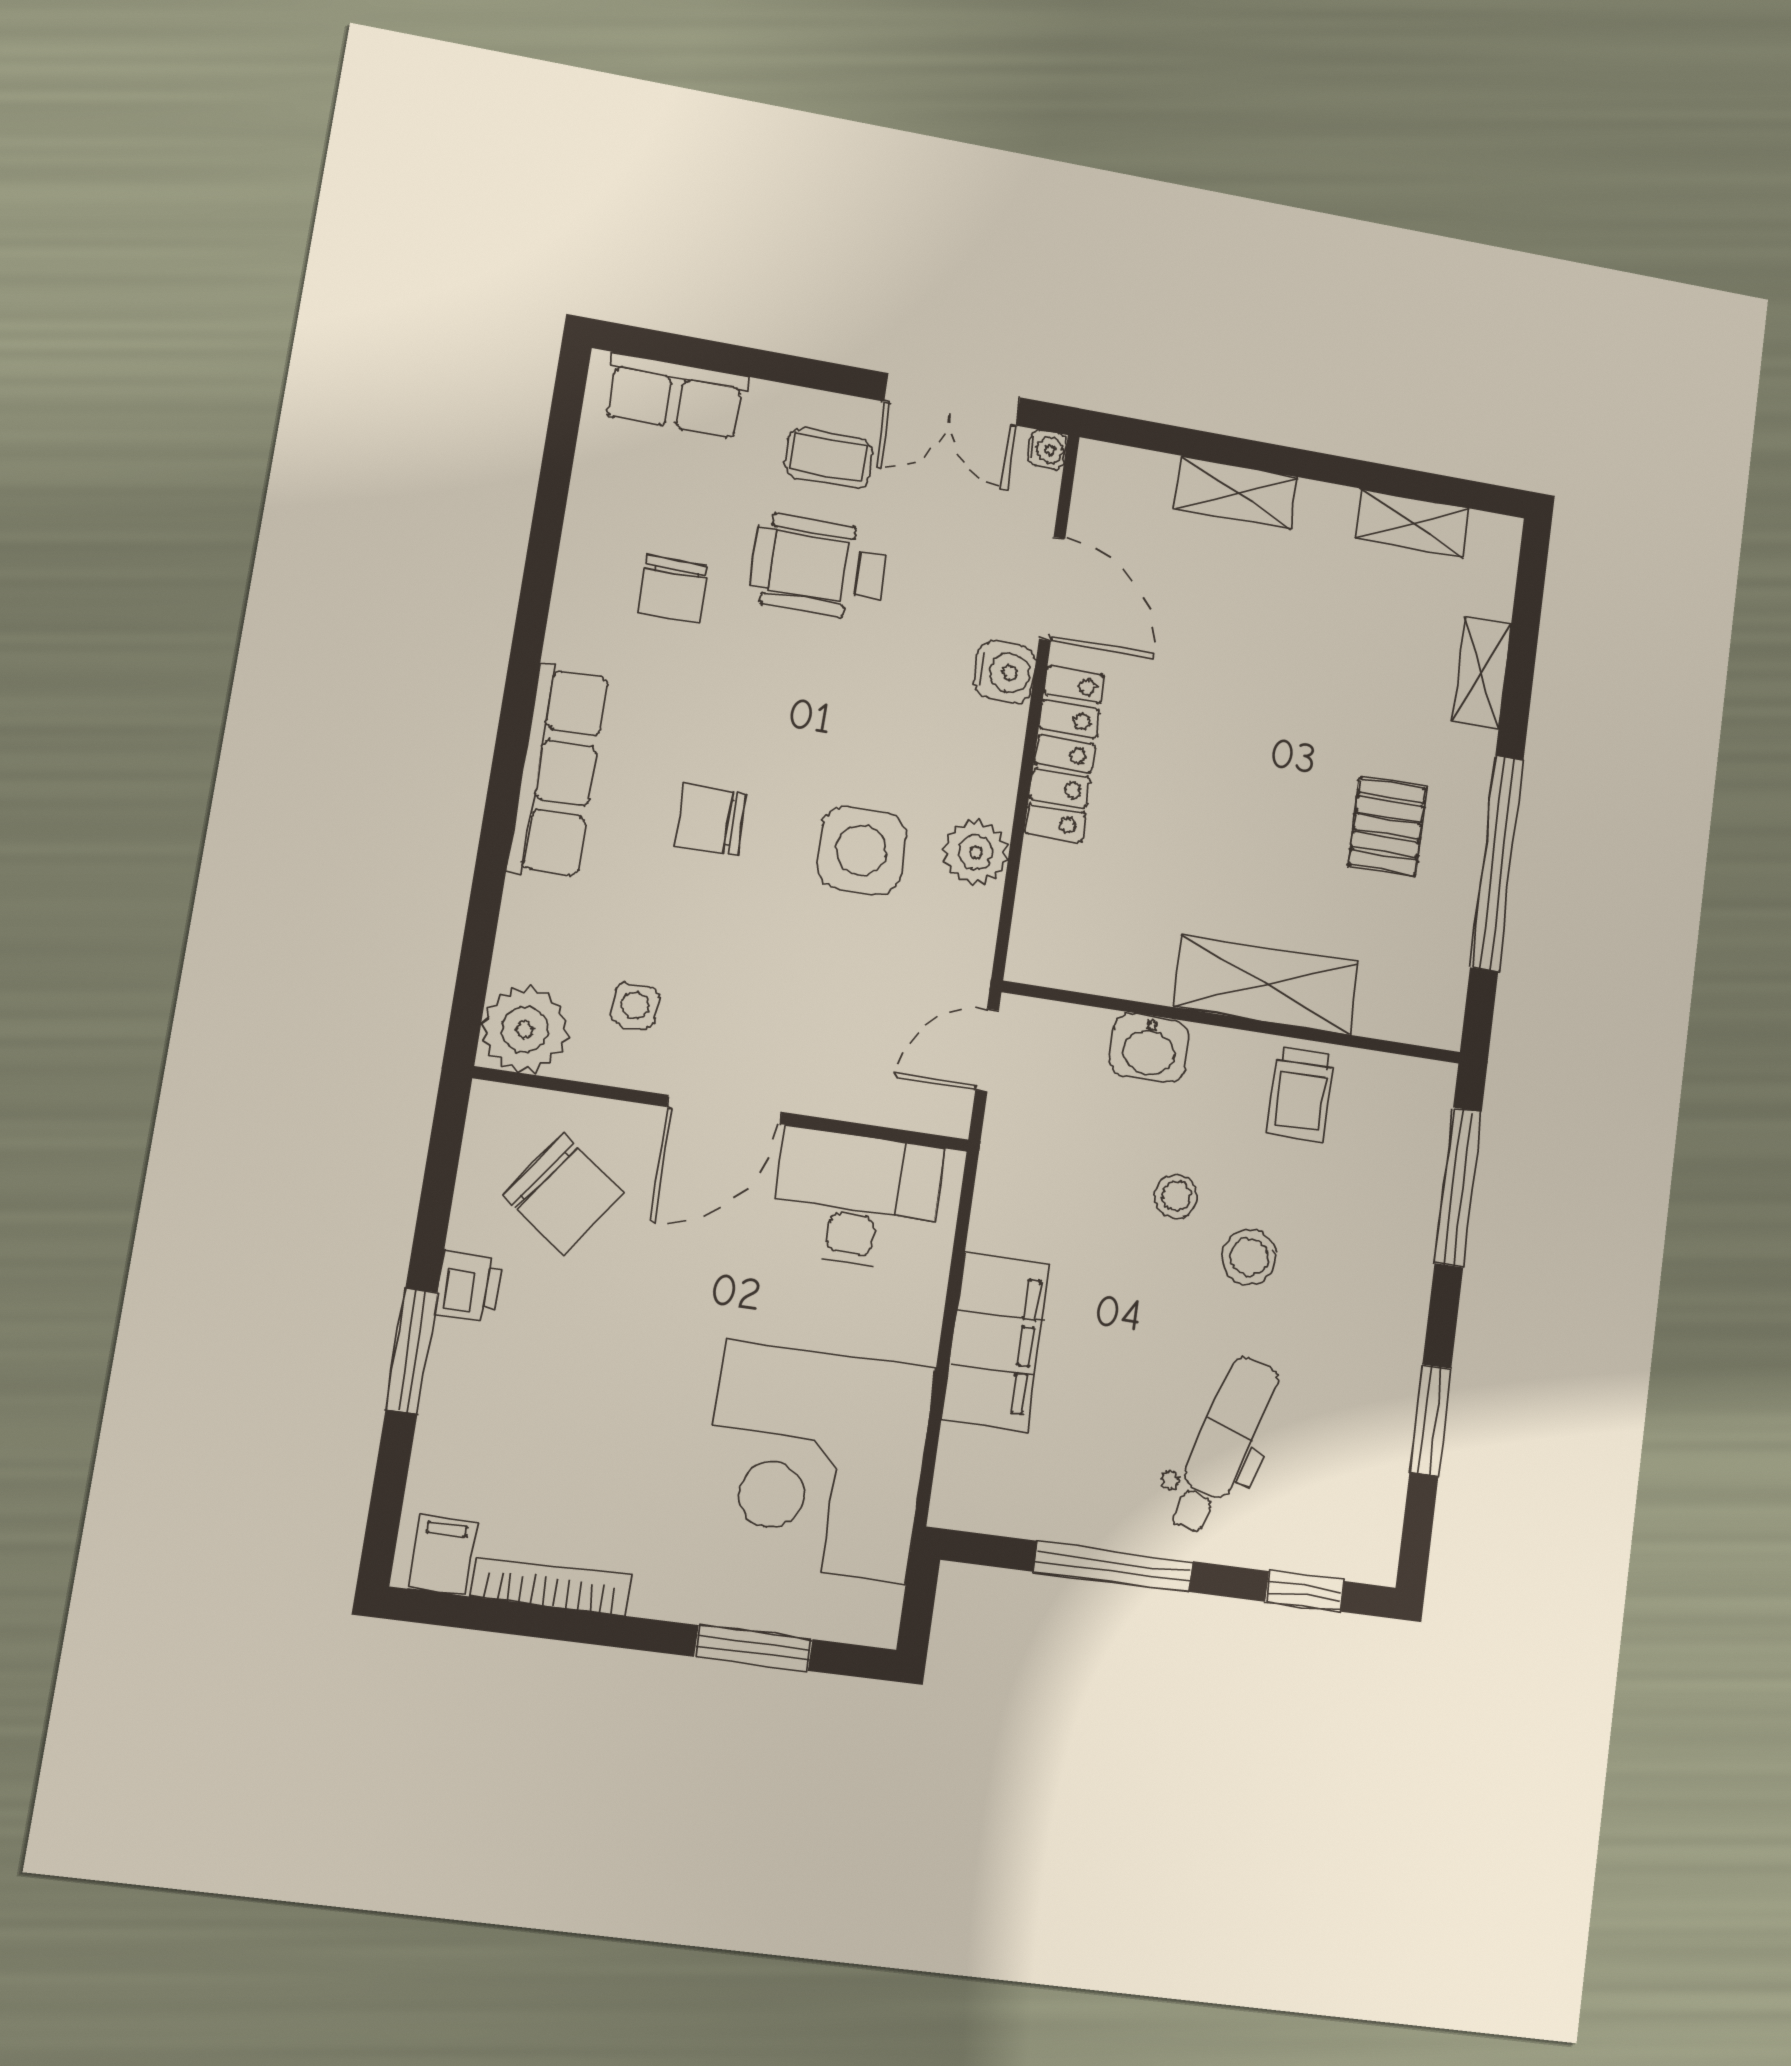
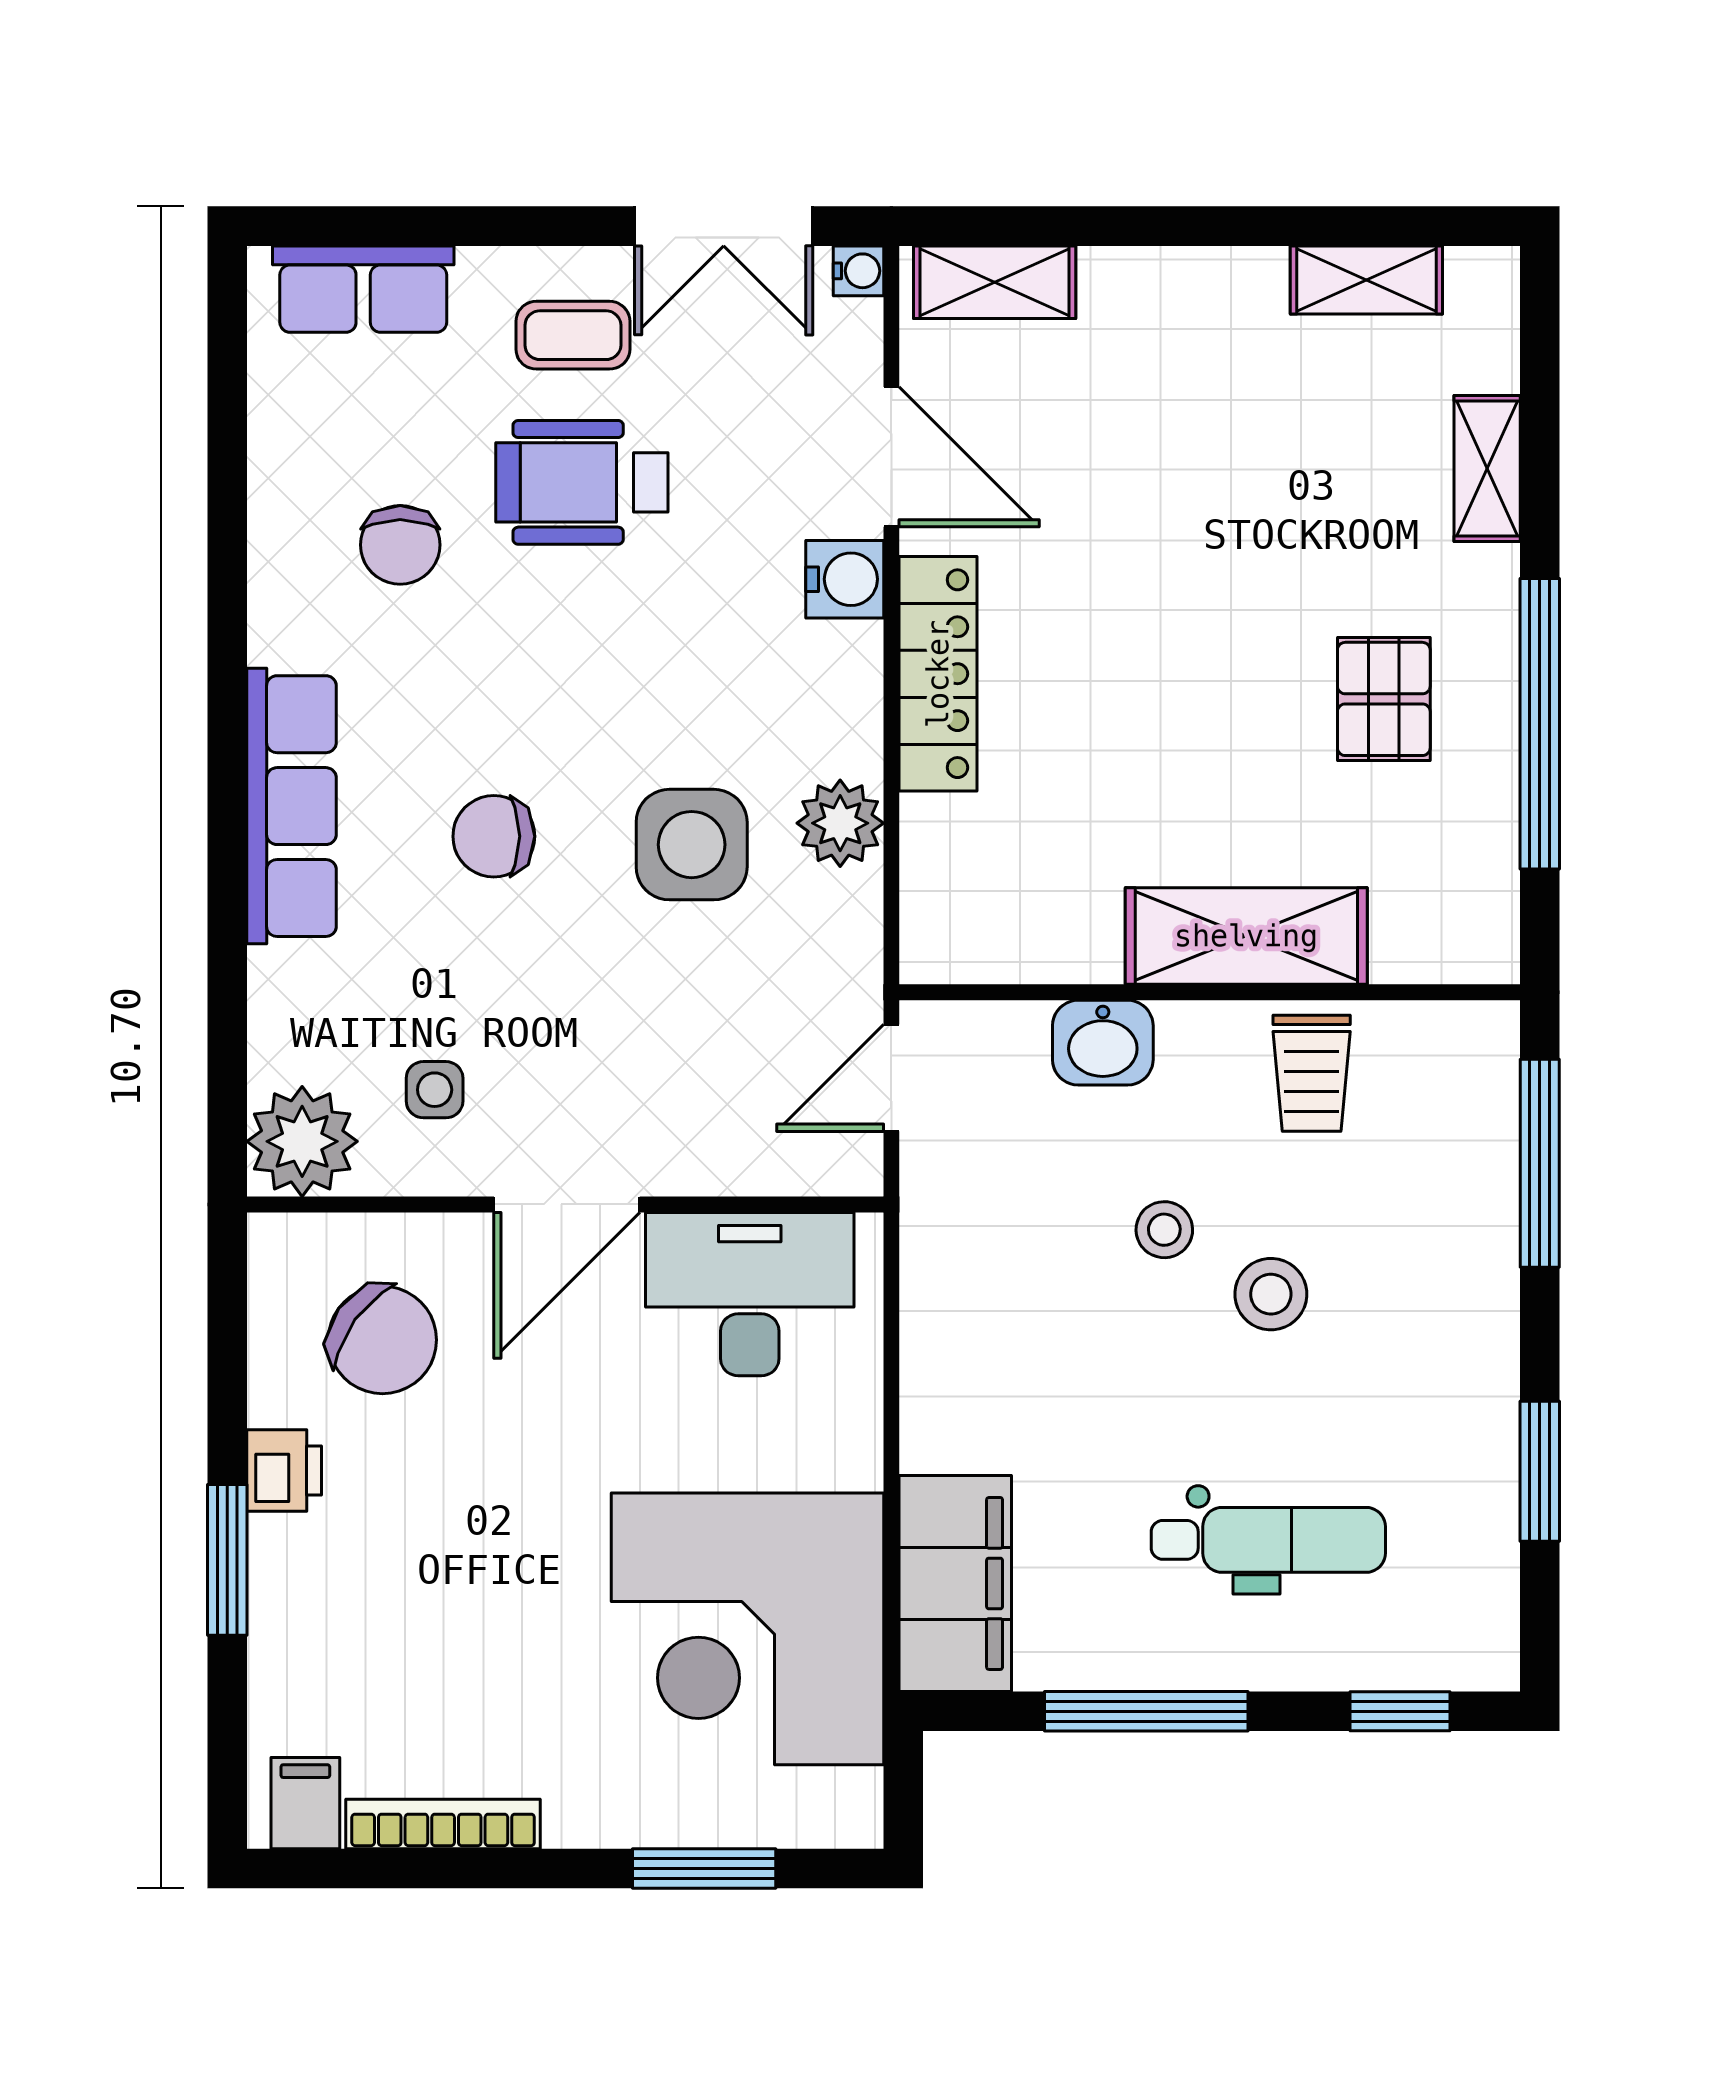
shelving: (1236, 493) -> (995, 282), moved
filing cabinet: (996, 1342) -> (955, 1583), moved
dental chair: (1223, 1445) -> (1268, 1540), turned 72

